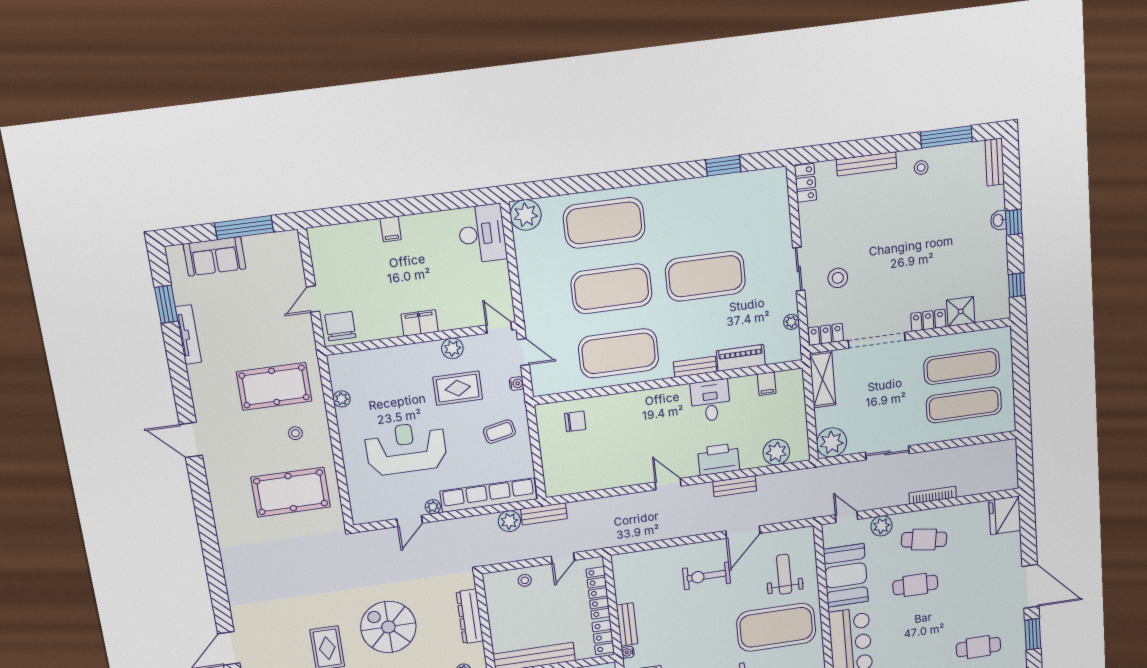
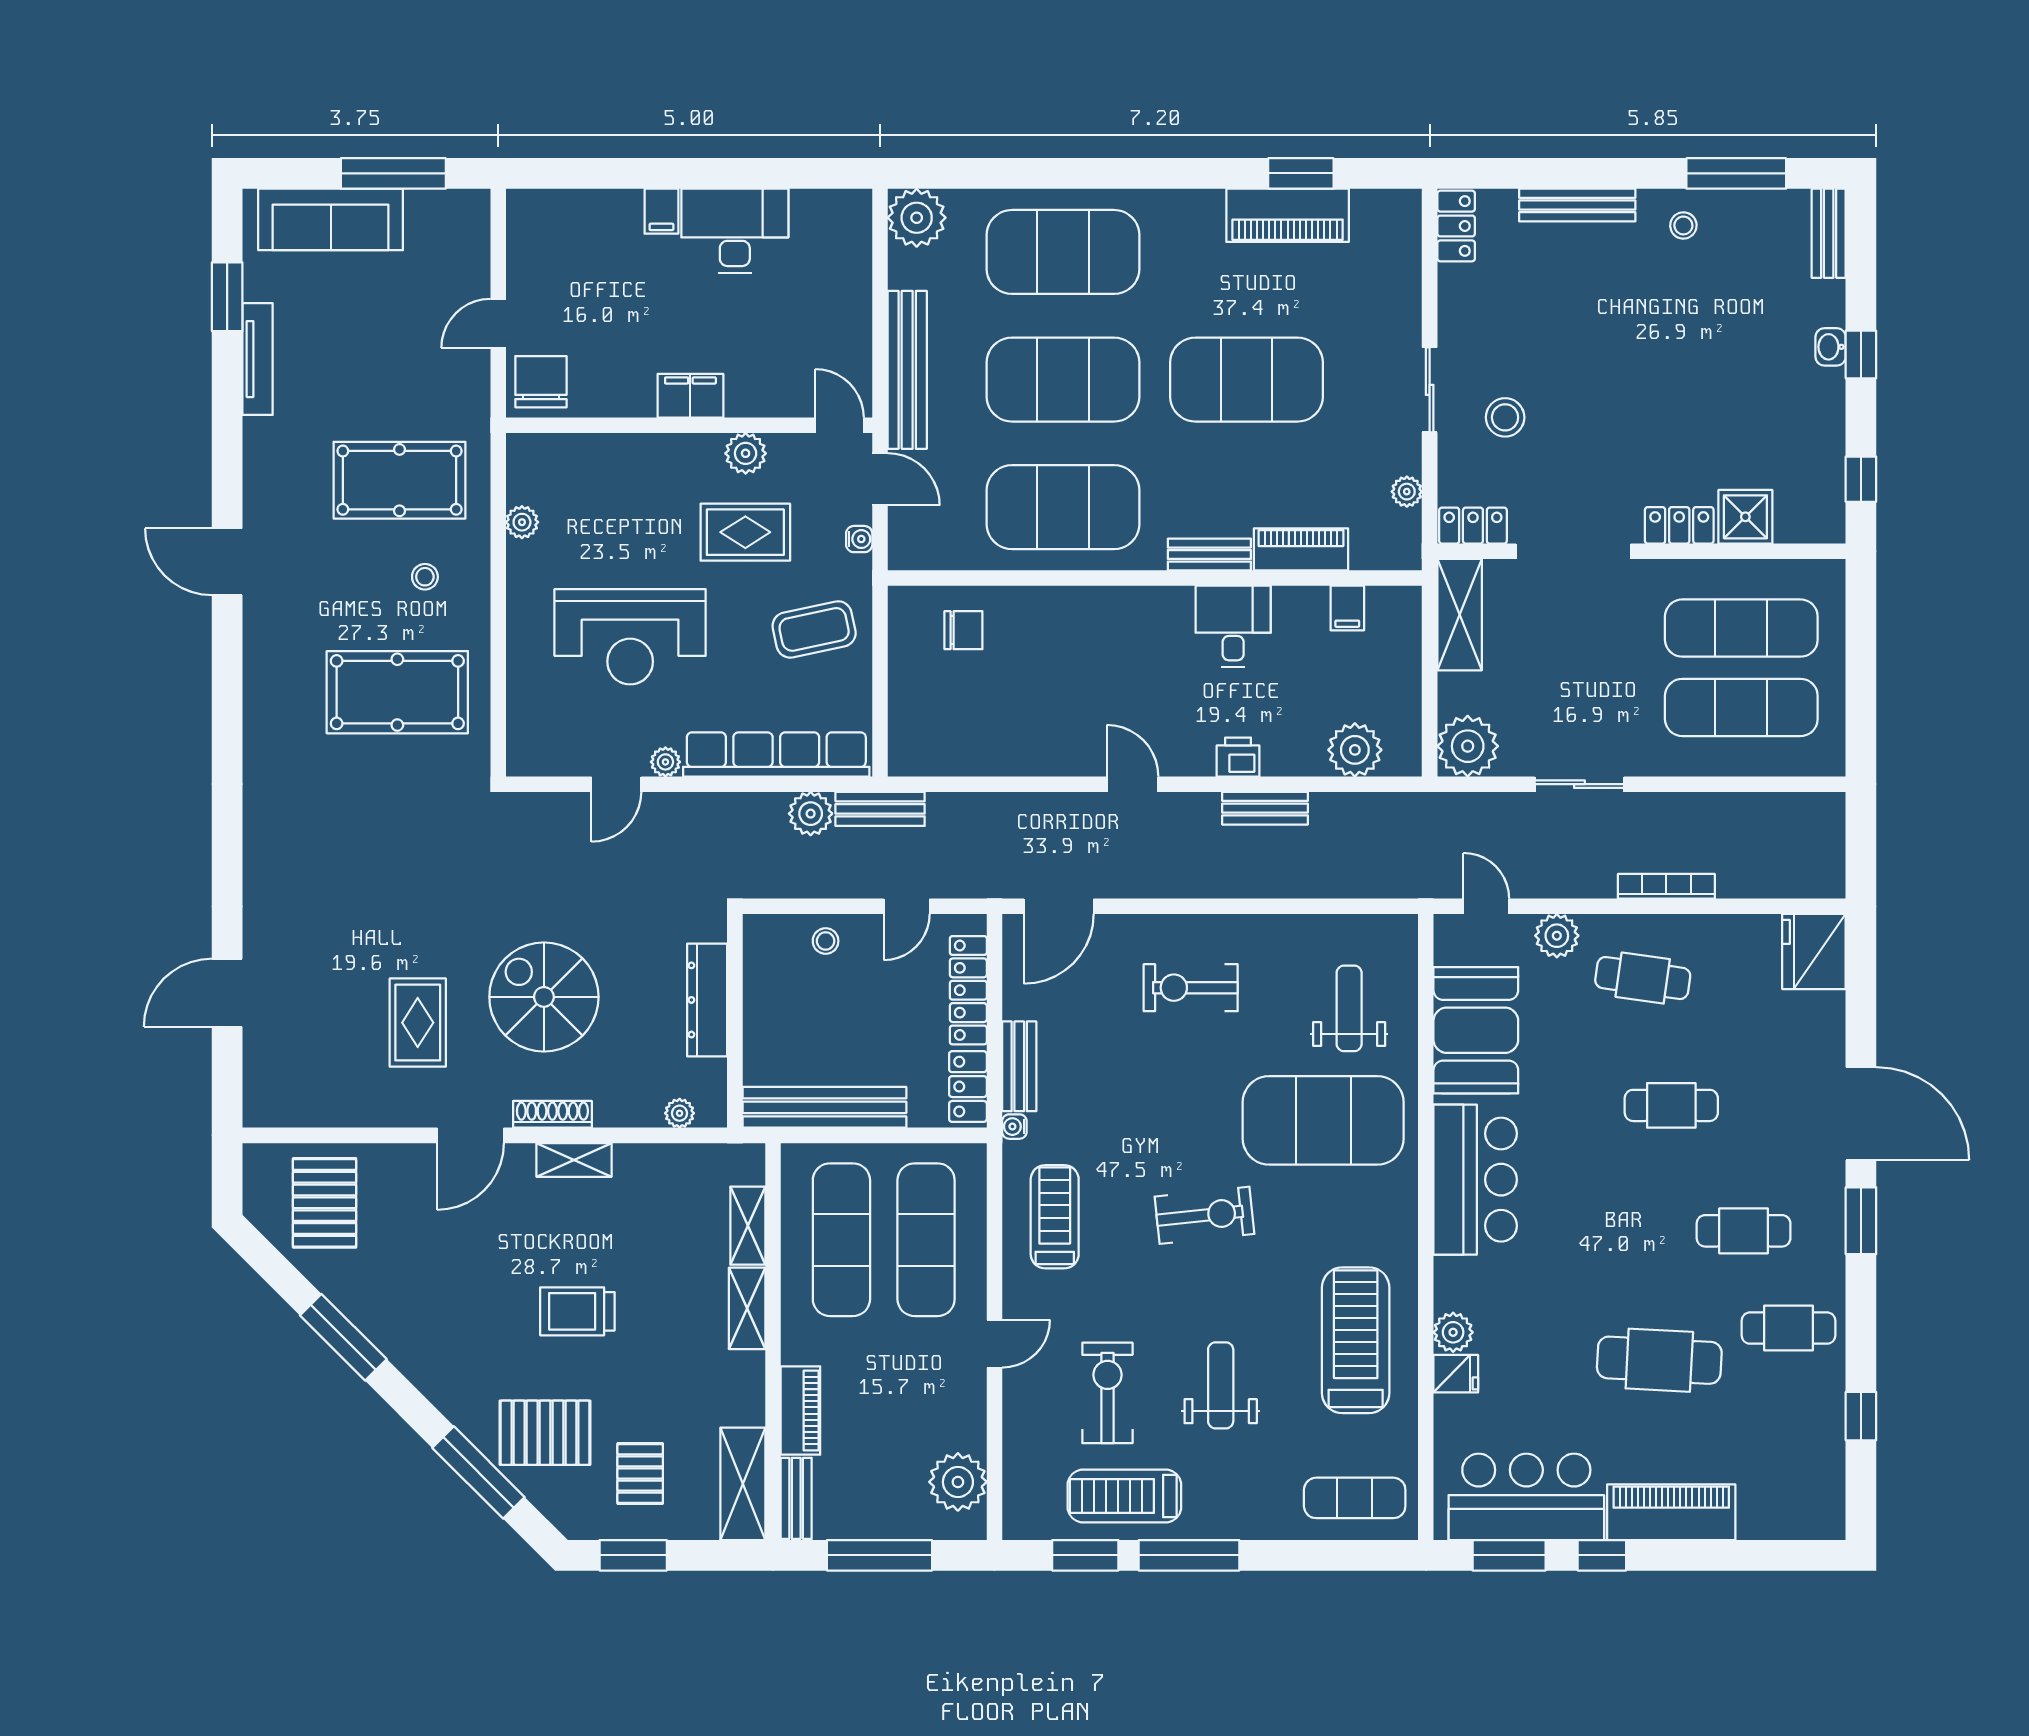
piano: (718, 189) -> (1288, 215), added
desk: (482, 234) -> (735, 231), moved, turned -90
sofa: (215, 256) -> (331, 219), width x1.36
bench: (531, 295) -> (907, 370), added
coffee table: (499, 432) -> (814, 629), width x1.36, depth x1.30
reception desk: (406, 448) -> (630, 637), turned 180
printer: (719, 459) -> (1238, 757), width x0.53, depth x0.68
door: (743, 532) -> (1059, 906), moved
cafe table: (915, 585) -> (1671, 1105), moved

